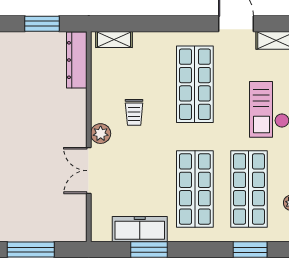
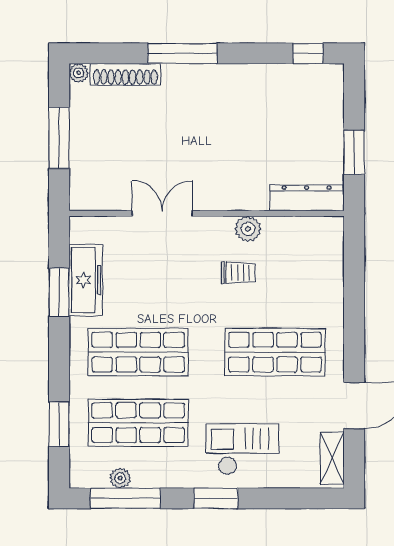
shelving: (114, 40) -> (333, 246), removed
trolley: (134, 112) -> (238, 273), turned 180
plant: (101, 134) -> (248, 229), moved

